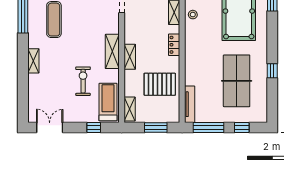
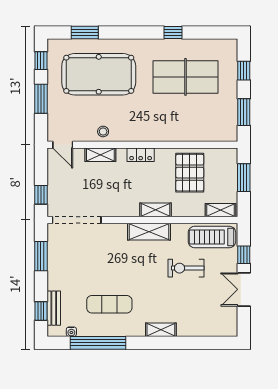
tv unit: (190, 104) -> (215, 135), removed
double door: (50, 128) -> (244, 289), moved
window: (208, 128) -> (244, 112), width x0.69

